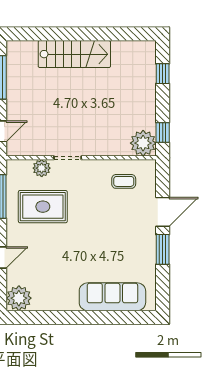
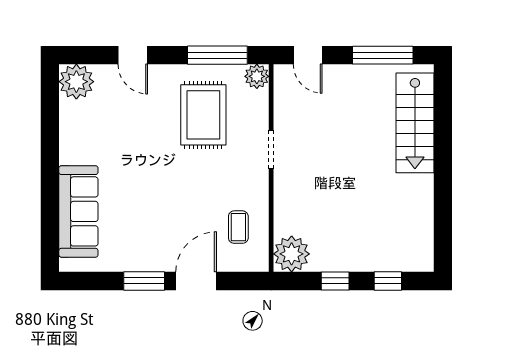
stairs: (74, 54) -> (415, 123), moved
window: (163, 133) -> (335, 281), moved
plant: (42, 168) -> (257, 76), moved
door: (163, 212) -> (196, 281), swing flipped

